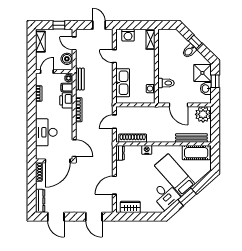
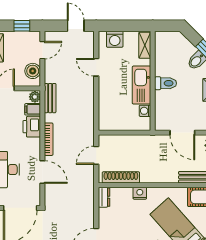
door: (74, 43) -> (42, 50), swing flipped
kitchen sink: (123, 83) -> (142, 85), moved, turned 180
toilet: (166, 83) -> (166, 83), moved
door: (74, 148) -> (42, 172), moved

